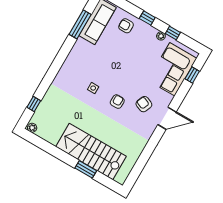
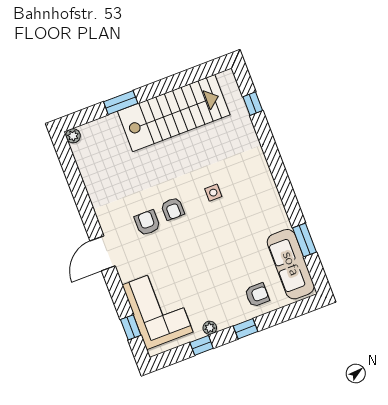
window: (80, 24) -> (305, 240), width x0.69
armchair: (144, 104) -> (147, 223), moved, turned -112
plant: (32, 128) -> (73, 136), moved
stairs: (91, 151) -> (174, 113), moved

